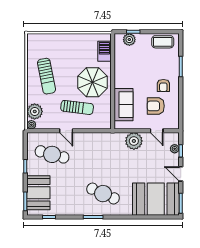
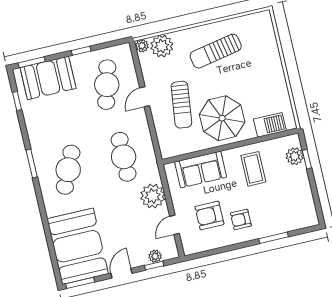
coffee table: (163, 42) -> (253, 169), moved
armchair: (156, 106) -> (209, 215), turned -90
cafe table: (103, 154) -> (124, 157), added

